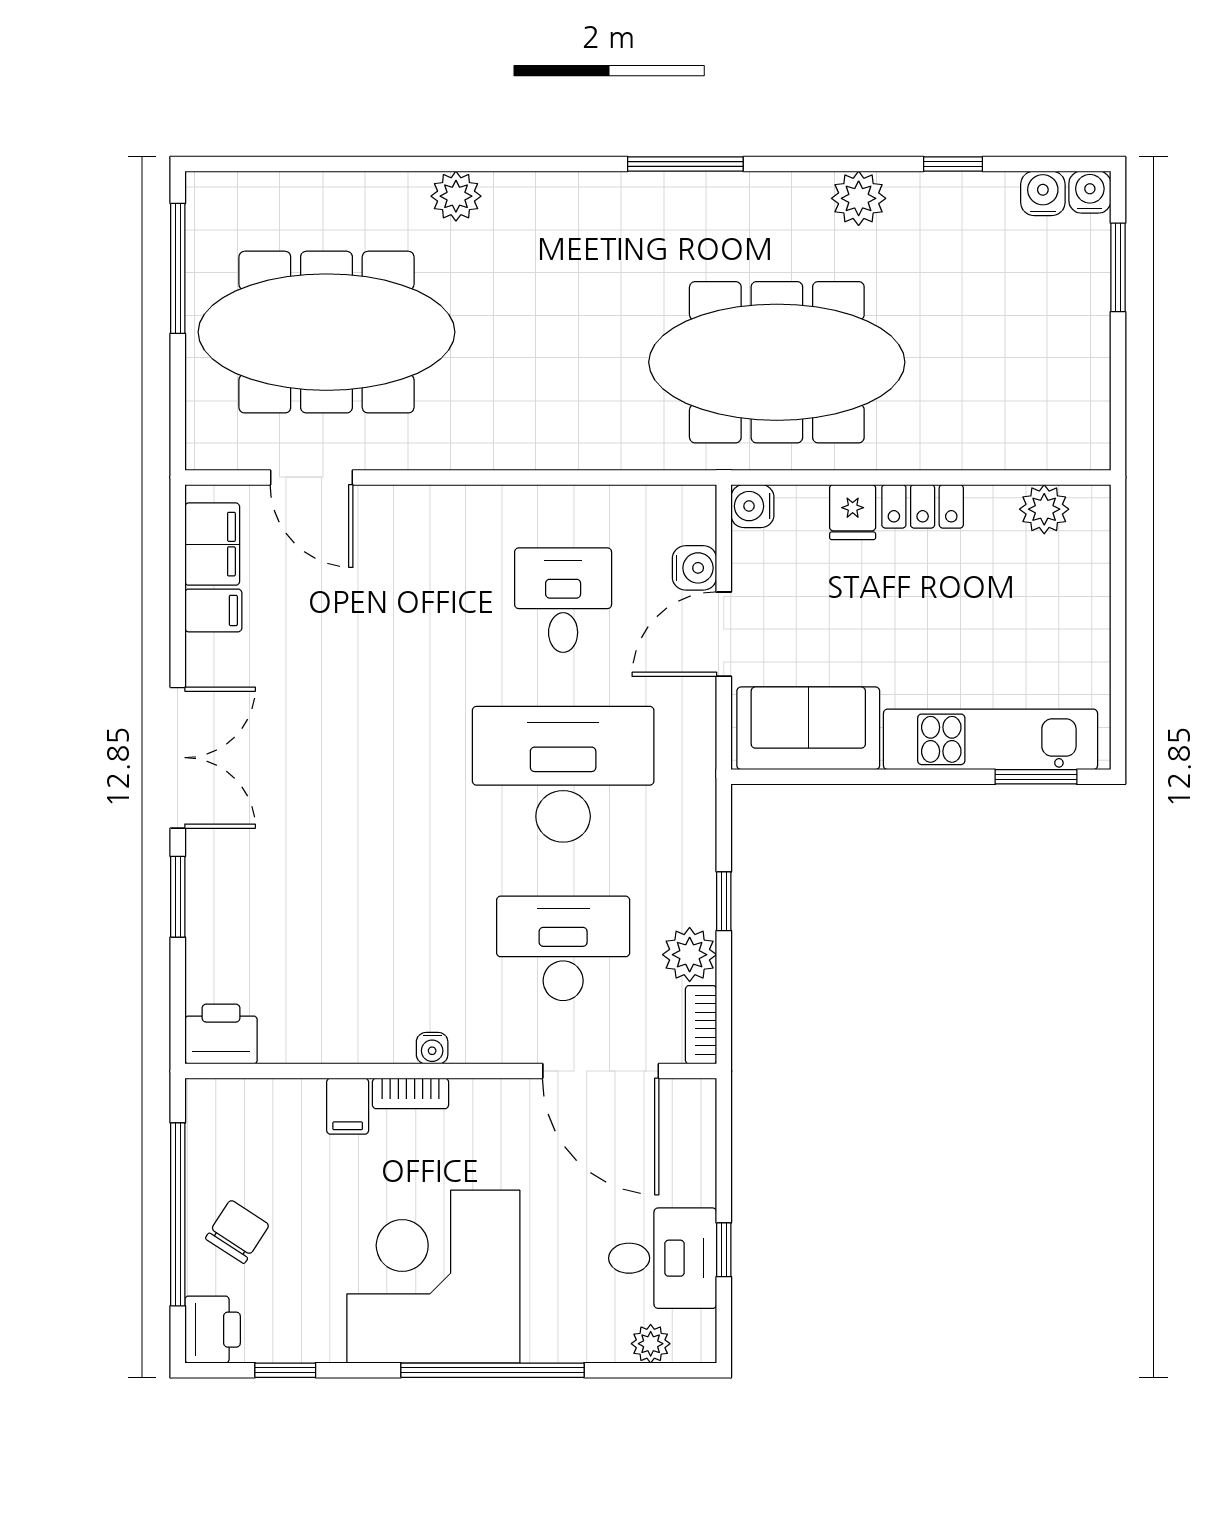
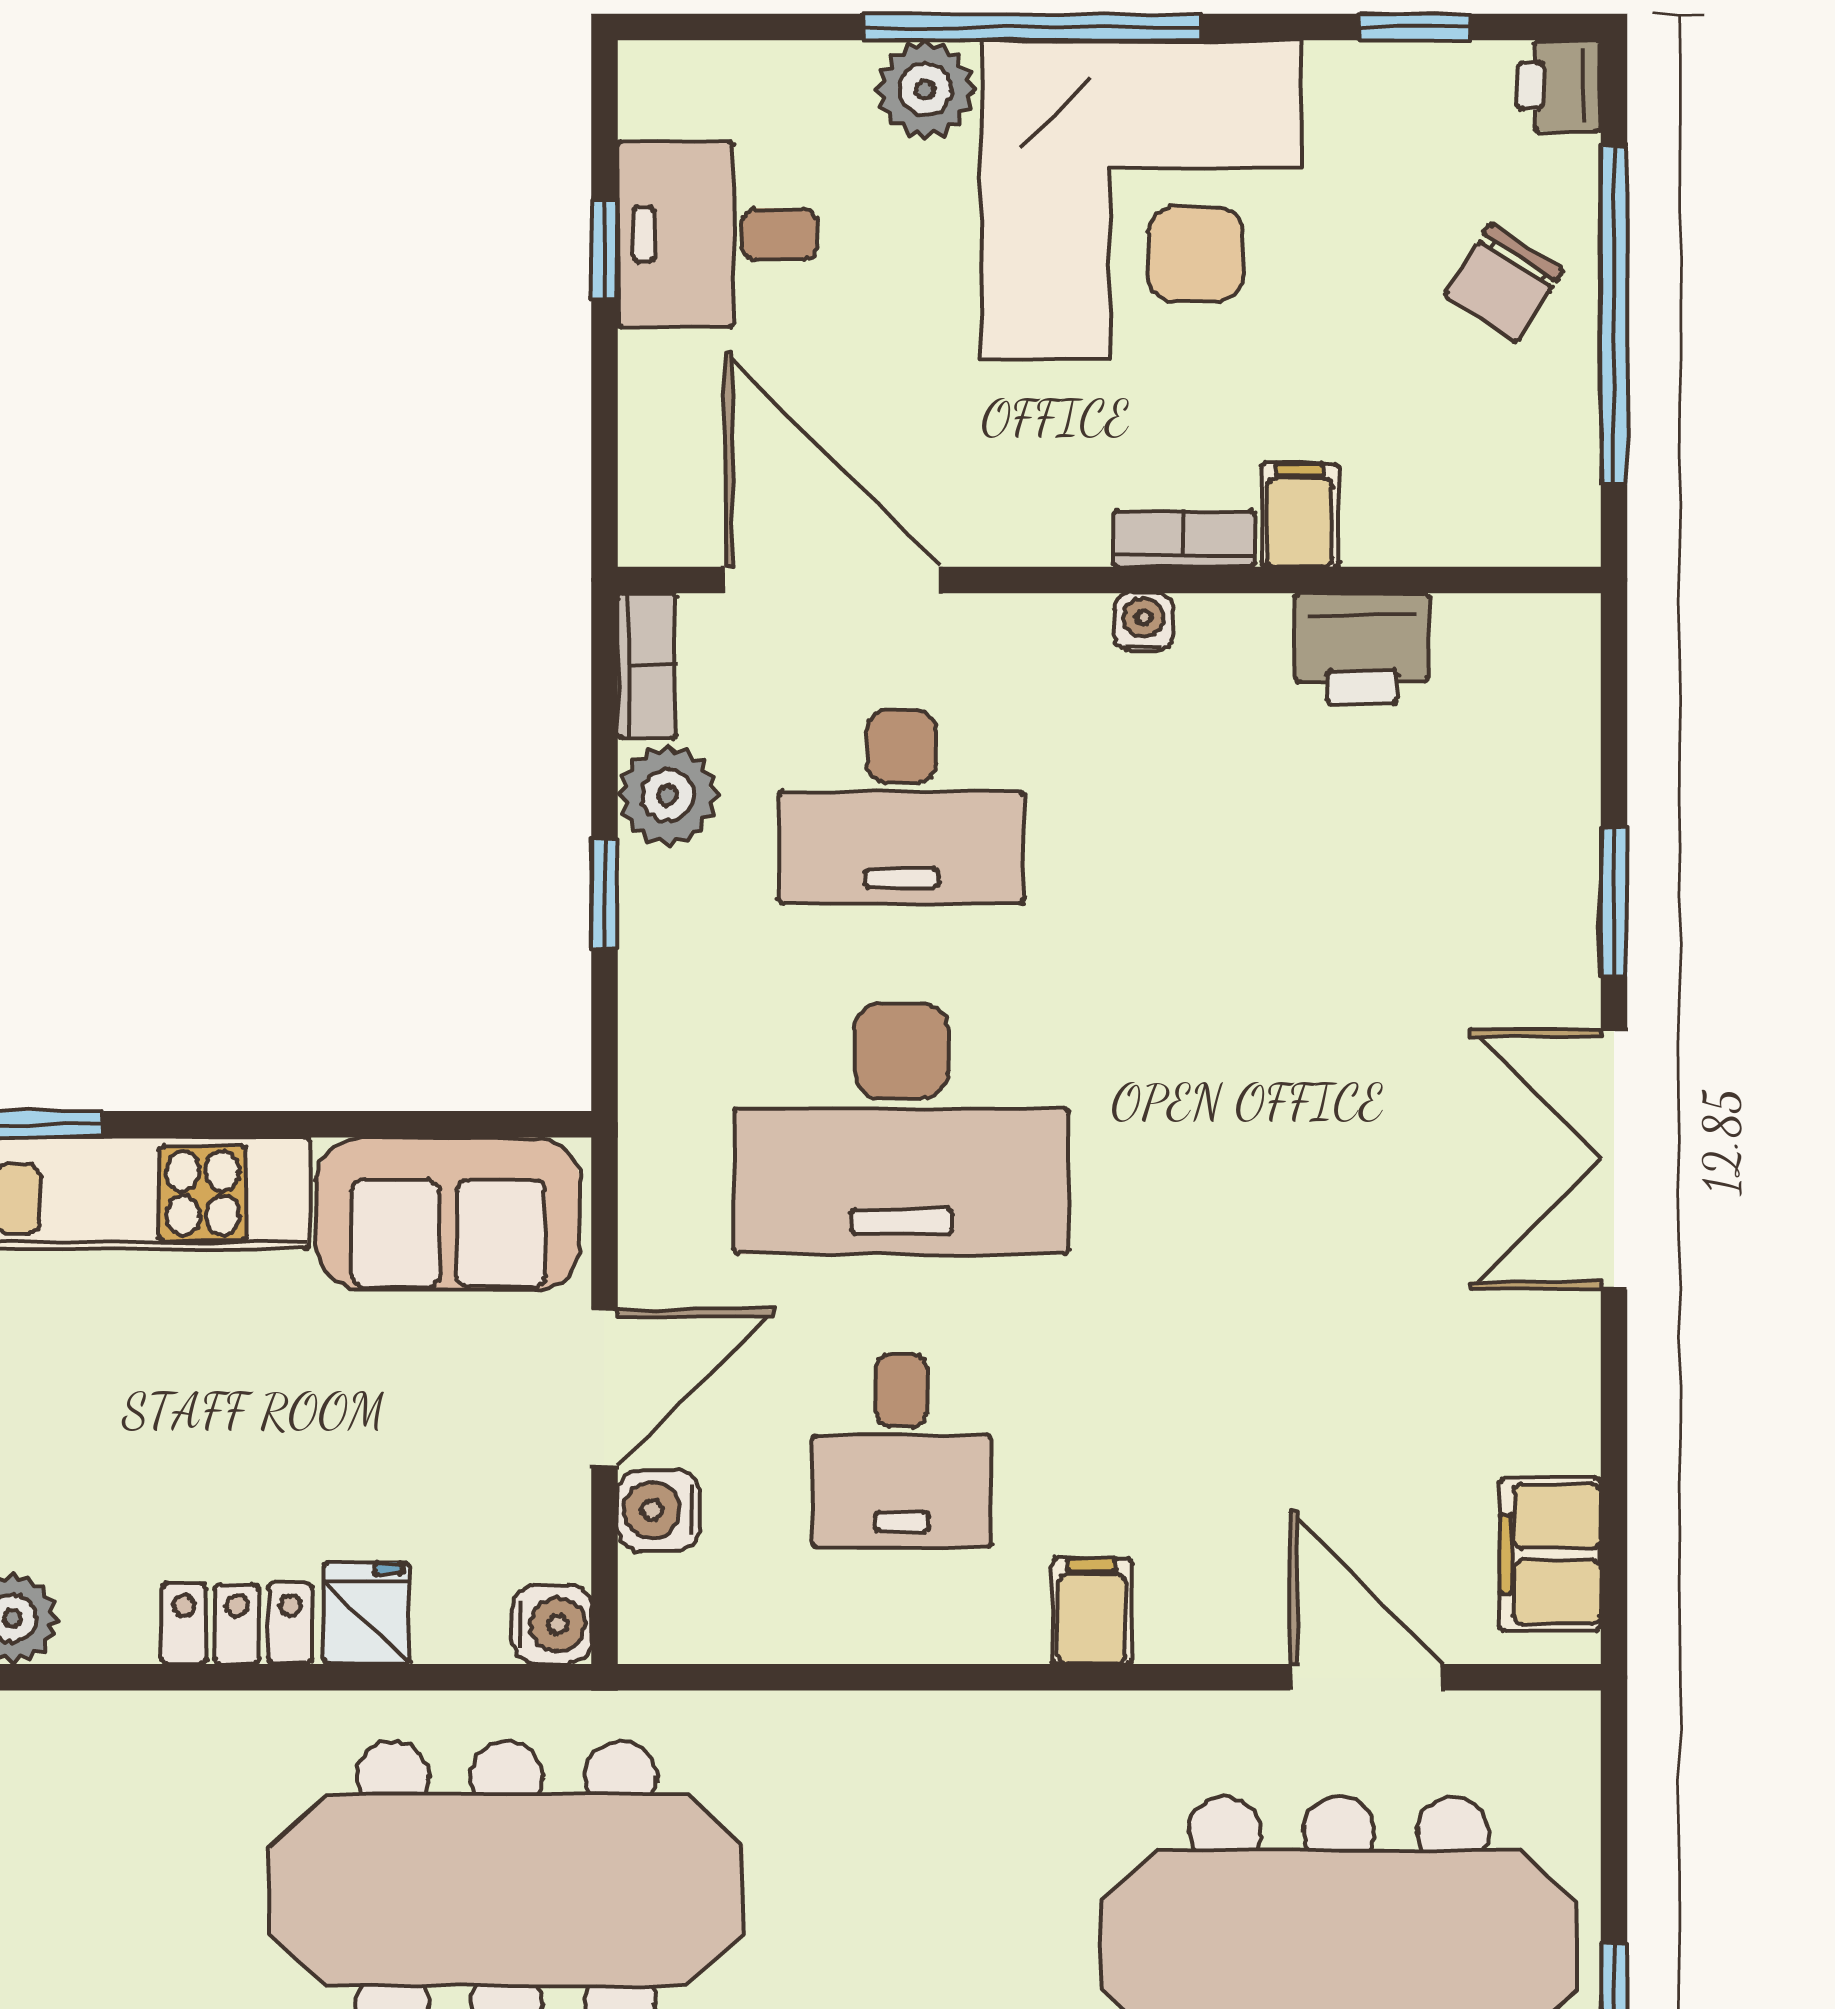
filing cabinet: (213, 610) -> (1092, 1611), moved, turned 90
printer: (221, 1034) -> (1362, 649), moved
printer: (213, 1330) -> (1559, 86), width x0.73, depth x0.81
plant: (651, 1344) -> (925, 90), moved, width x1.38, depth x1.38

